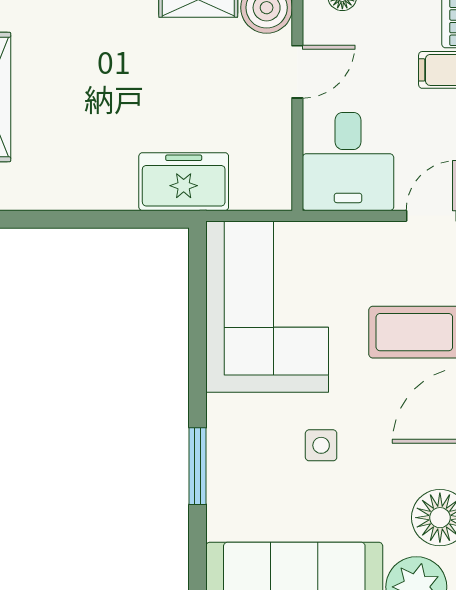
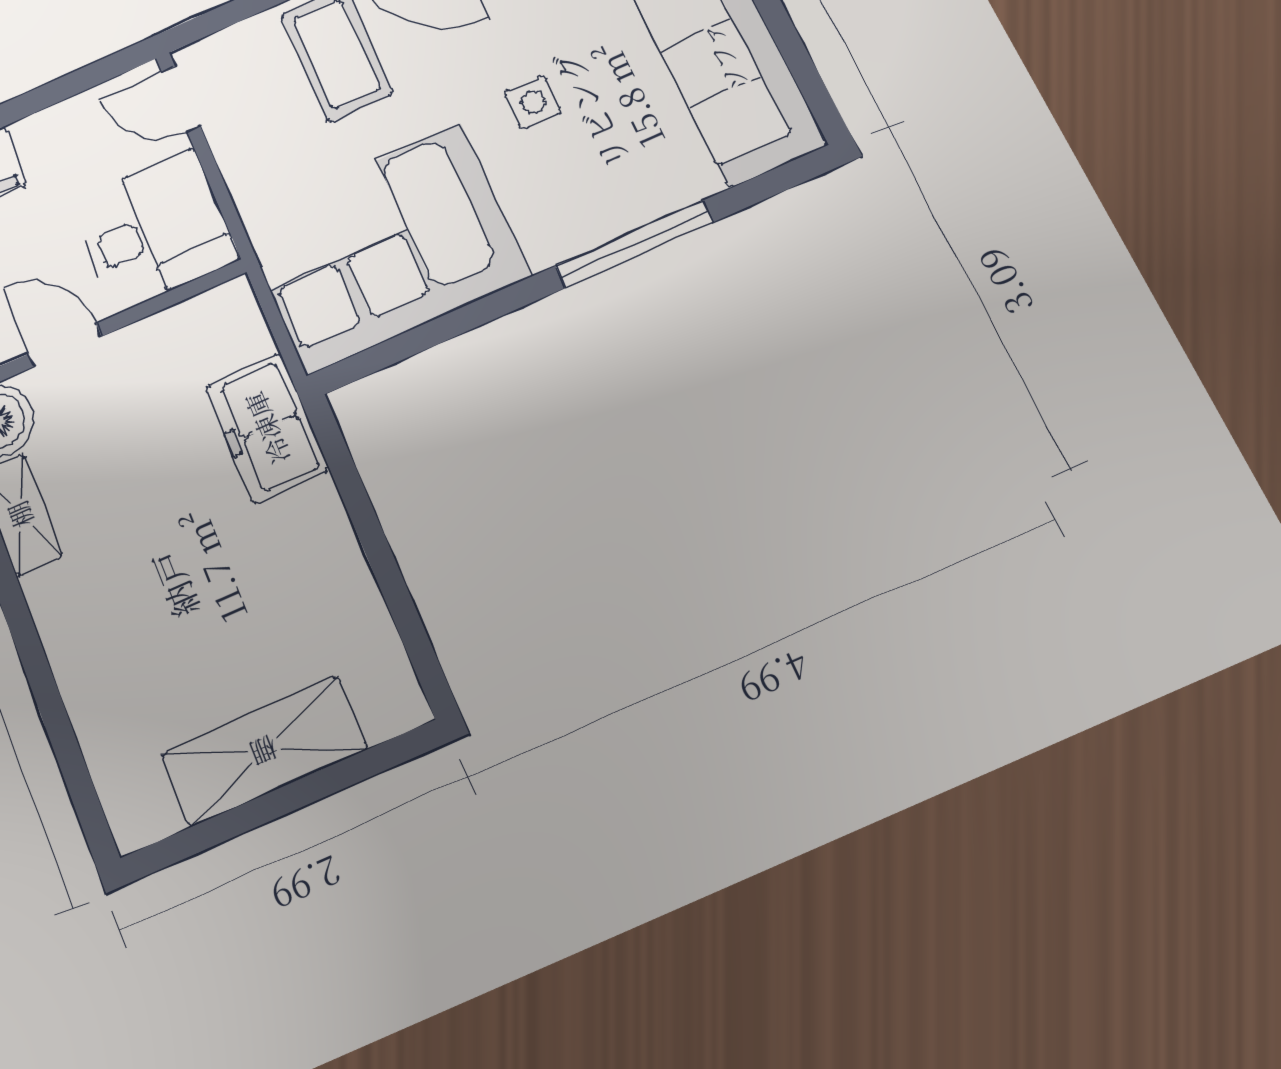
window: (198, 466) -> (634, 244), width x1.44

